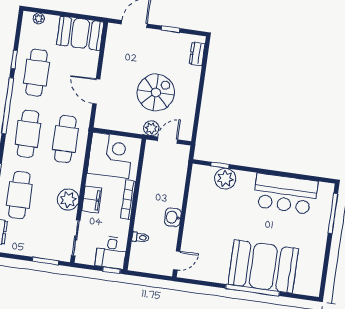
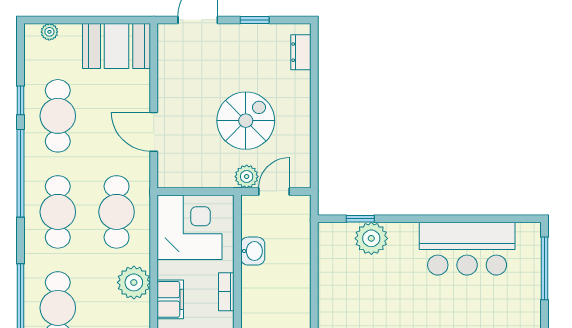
plant: (68, 200) -> (134, 282), moved
bookcase: (128, 200) -> (226, 292), width x0.64
washbasin: (173, 217) -> (253, 251), moved, turned 180

